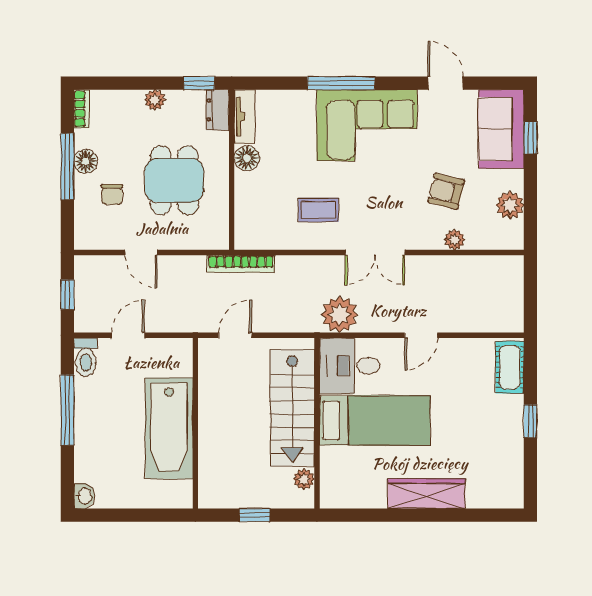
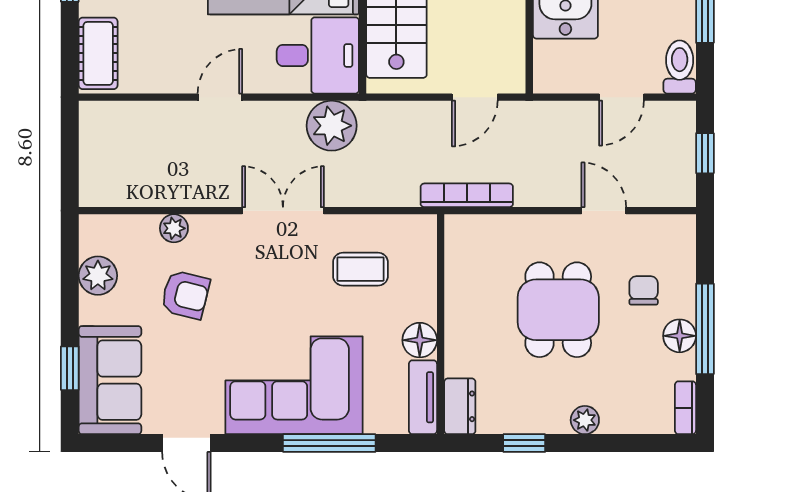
dresser: (218, 110) -> (460, 406), moved
tv unit: (244, 116) -> (423, 397), moved
floor lamp: (247, 158) -> (420, 340), moved
wall: (232, 170) -> (441, 324), moved

